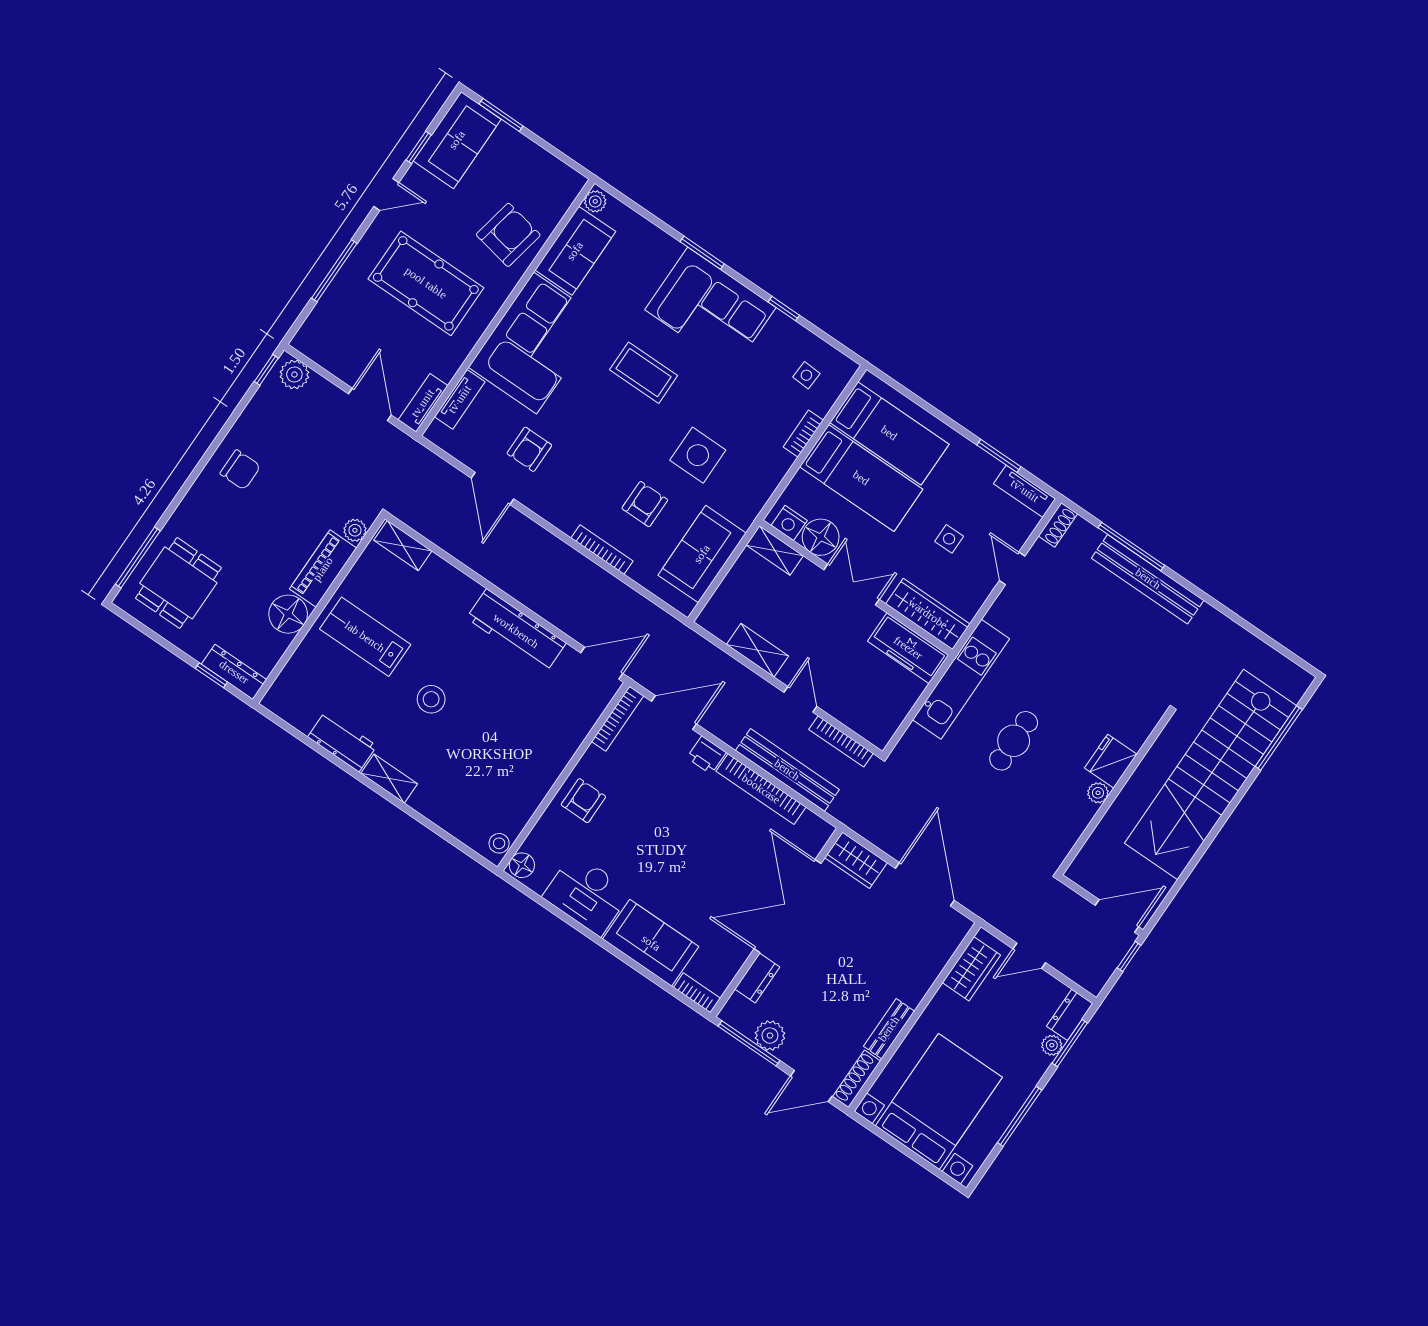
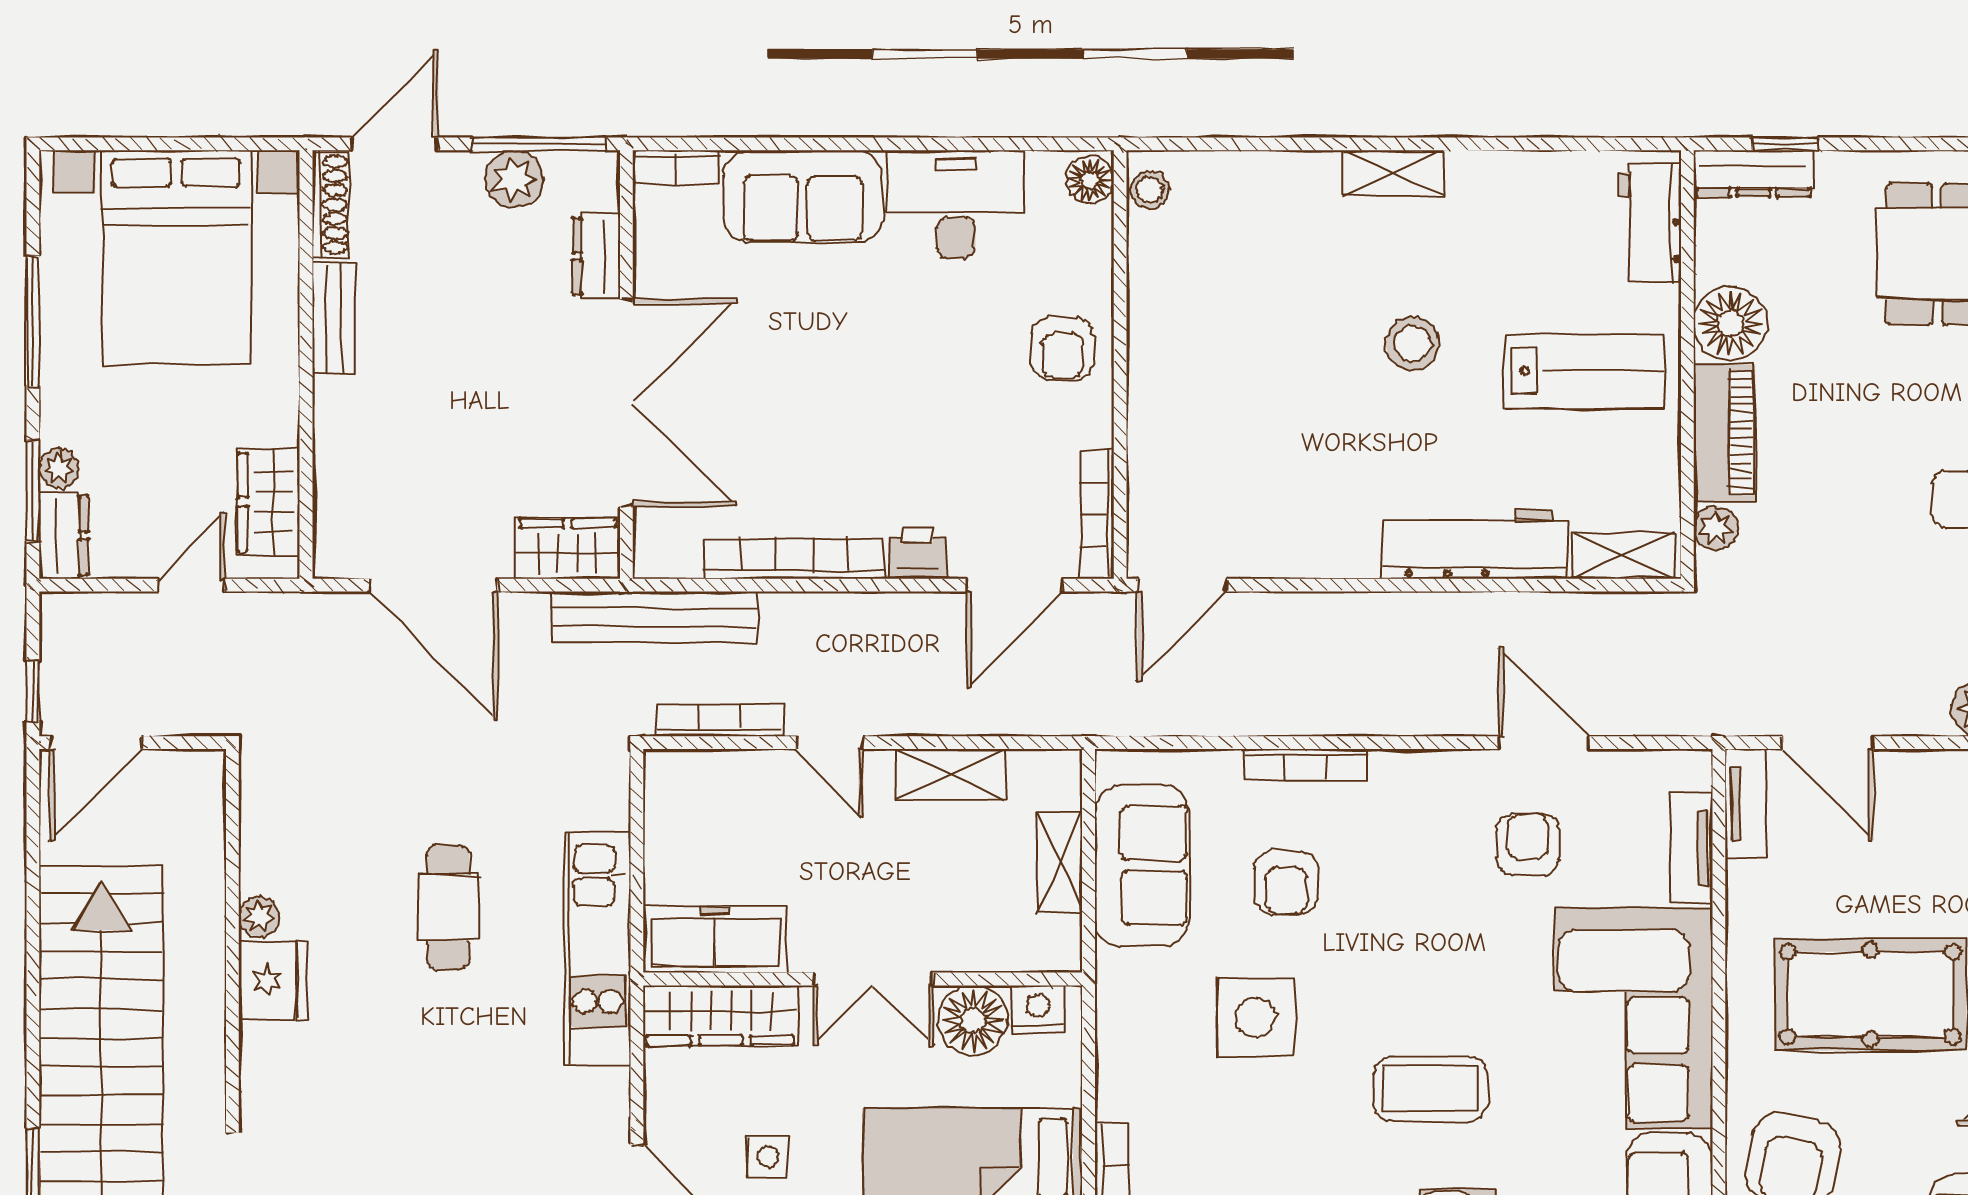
shelving: (775, 550) -> (1059, 862), moved, turned 90
workbench: (516, 631) -> (1475, 544), moved
workbench: (342, 741) -> (1650, 223), moved, turned 90
bench: (787, 770) -> (655, 617), moved

